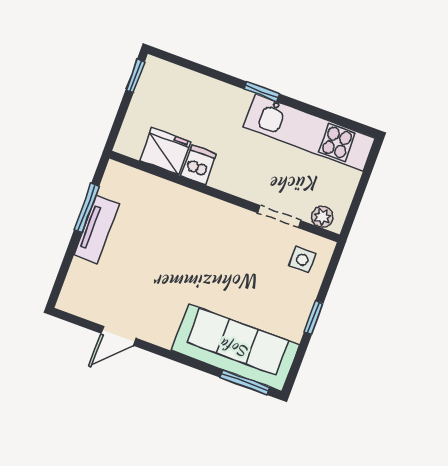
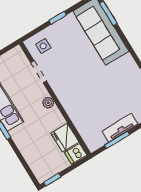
dishwasher: (198, 165) -> (76, 154), moved
plant: (322, 217) -> (48, 103), moved

